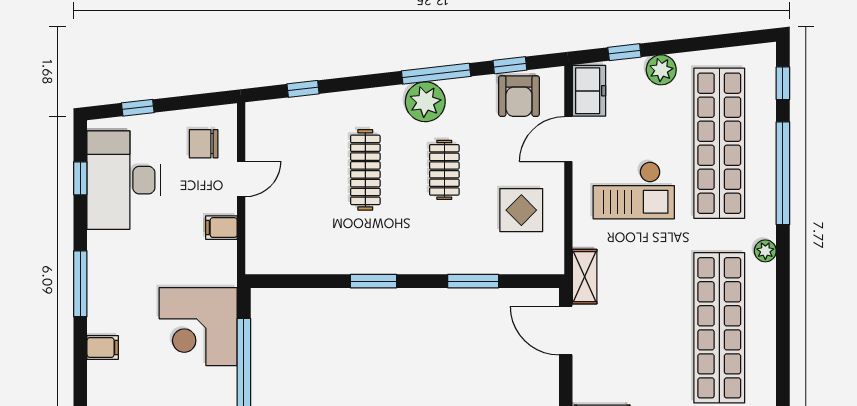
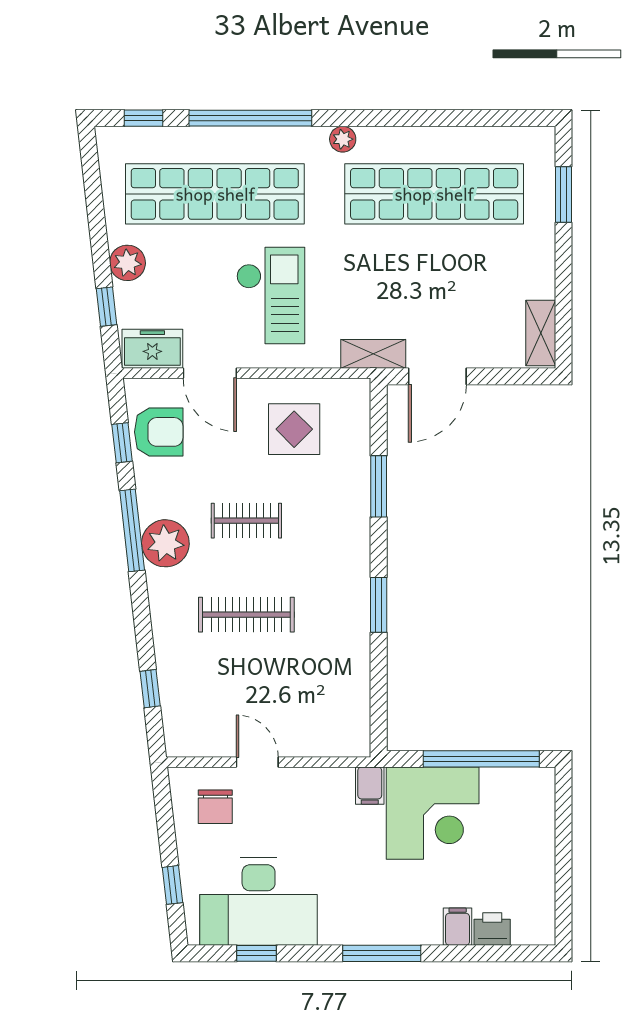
filing cabinet: (221, 228) -> (370, 786), moved
printer: (101, 377) -> (492, 929), added

